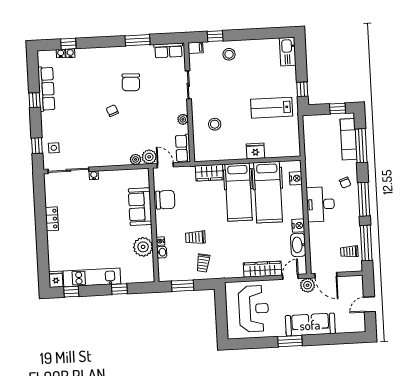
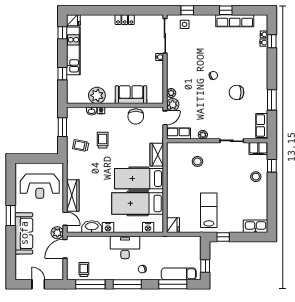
filing cabinet: (195, 48) -> (258, 149), width x2.00
fridge: (255, 151) -> (173, 225), moved

